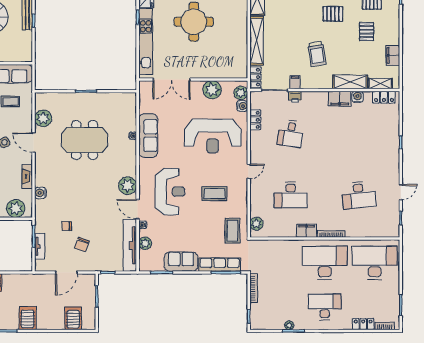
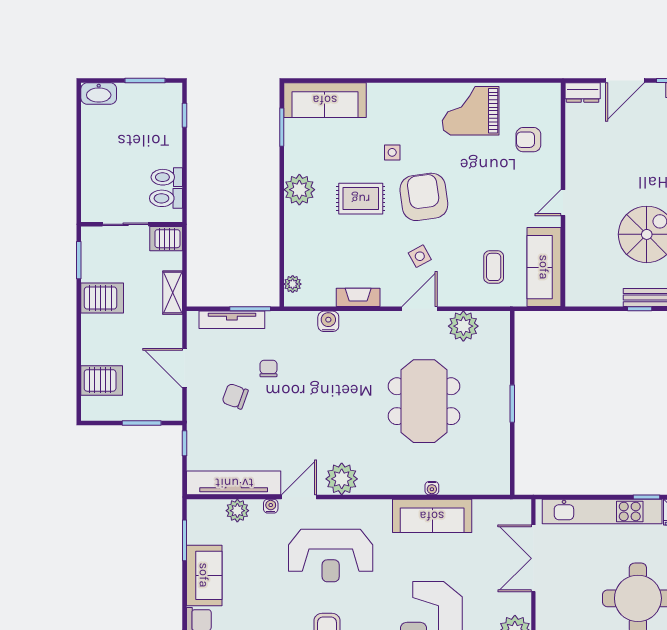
plant: (16, 209) -> (293, 284), width x0.53, depth x0.53
tv unit: (40, 246) -> (232, 320), width x1.41
shelving: (25, 279) -> (173, 293), added

